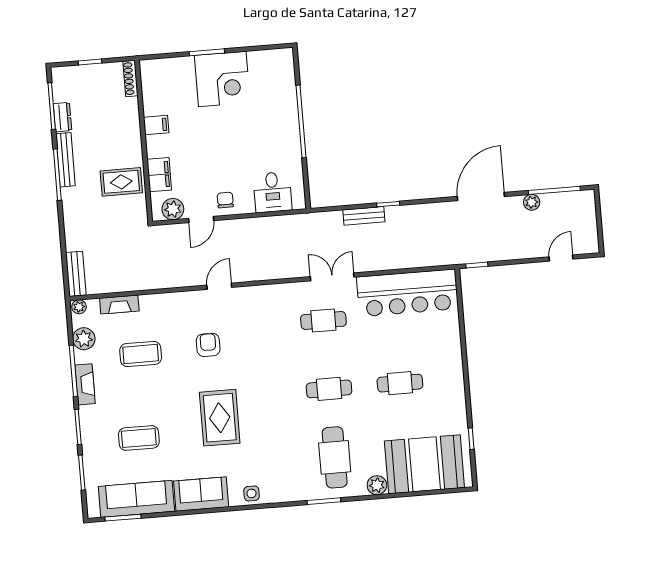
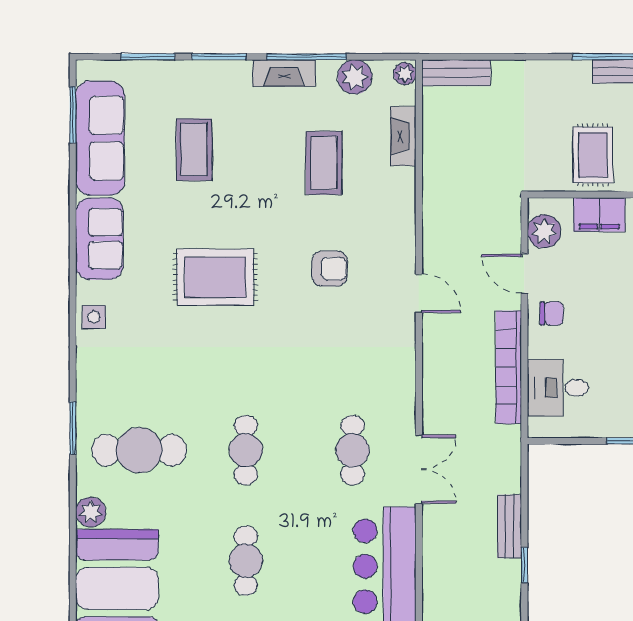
bookcase: (262, 225) -> (509, 367), added

